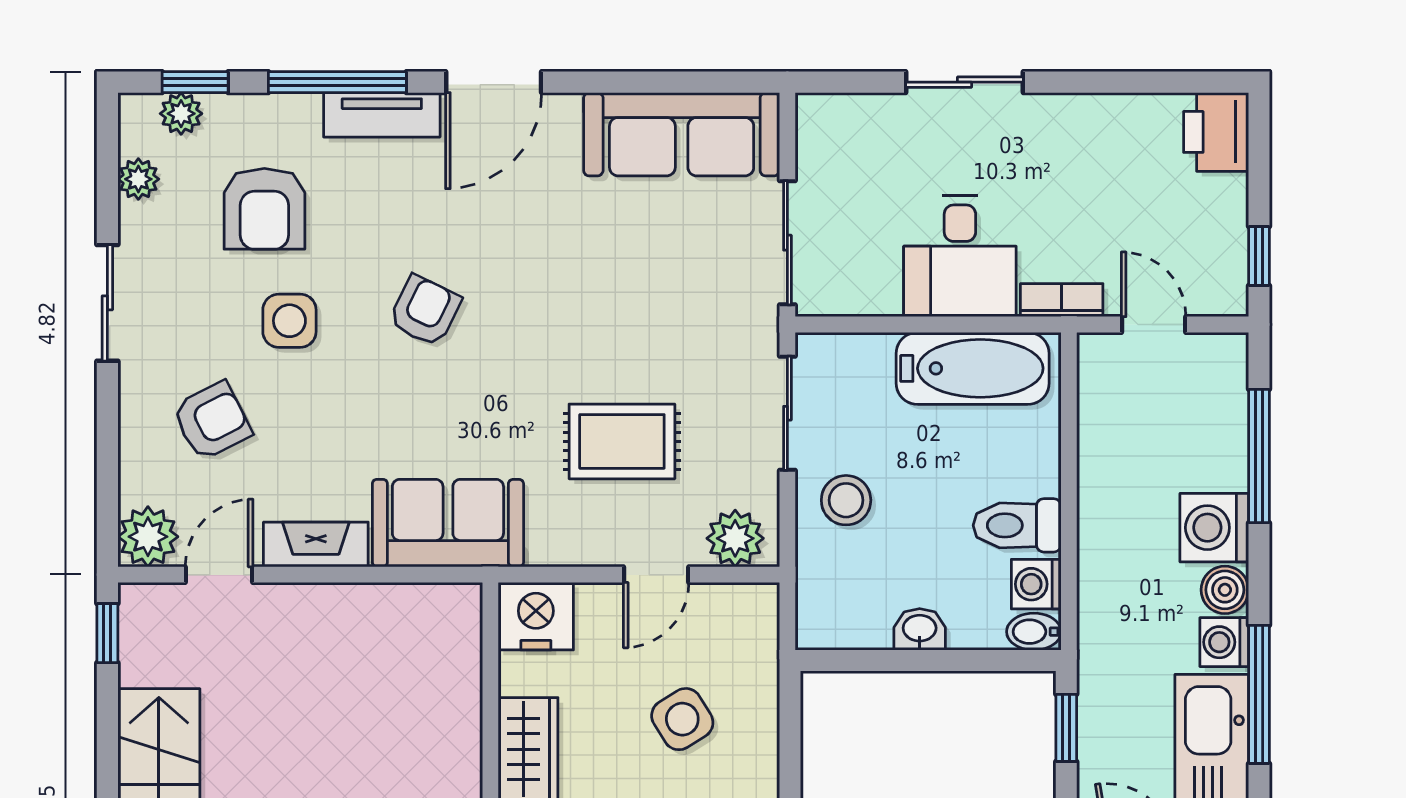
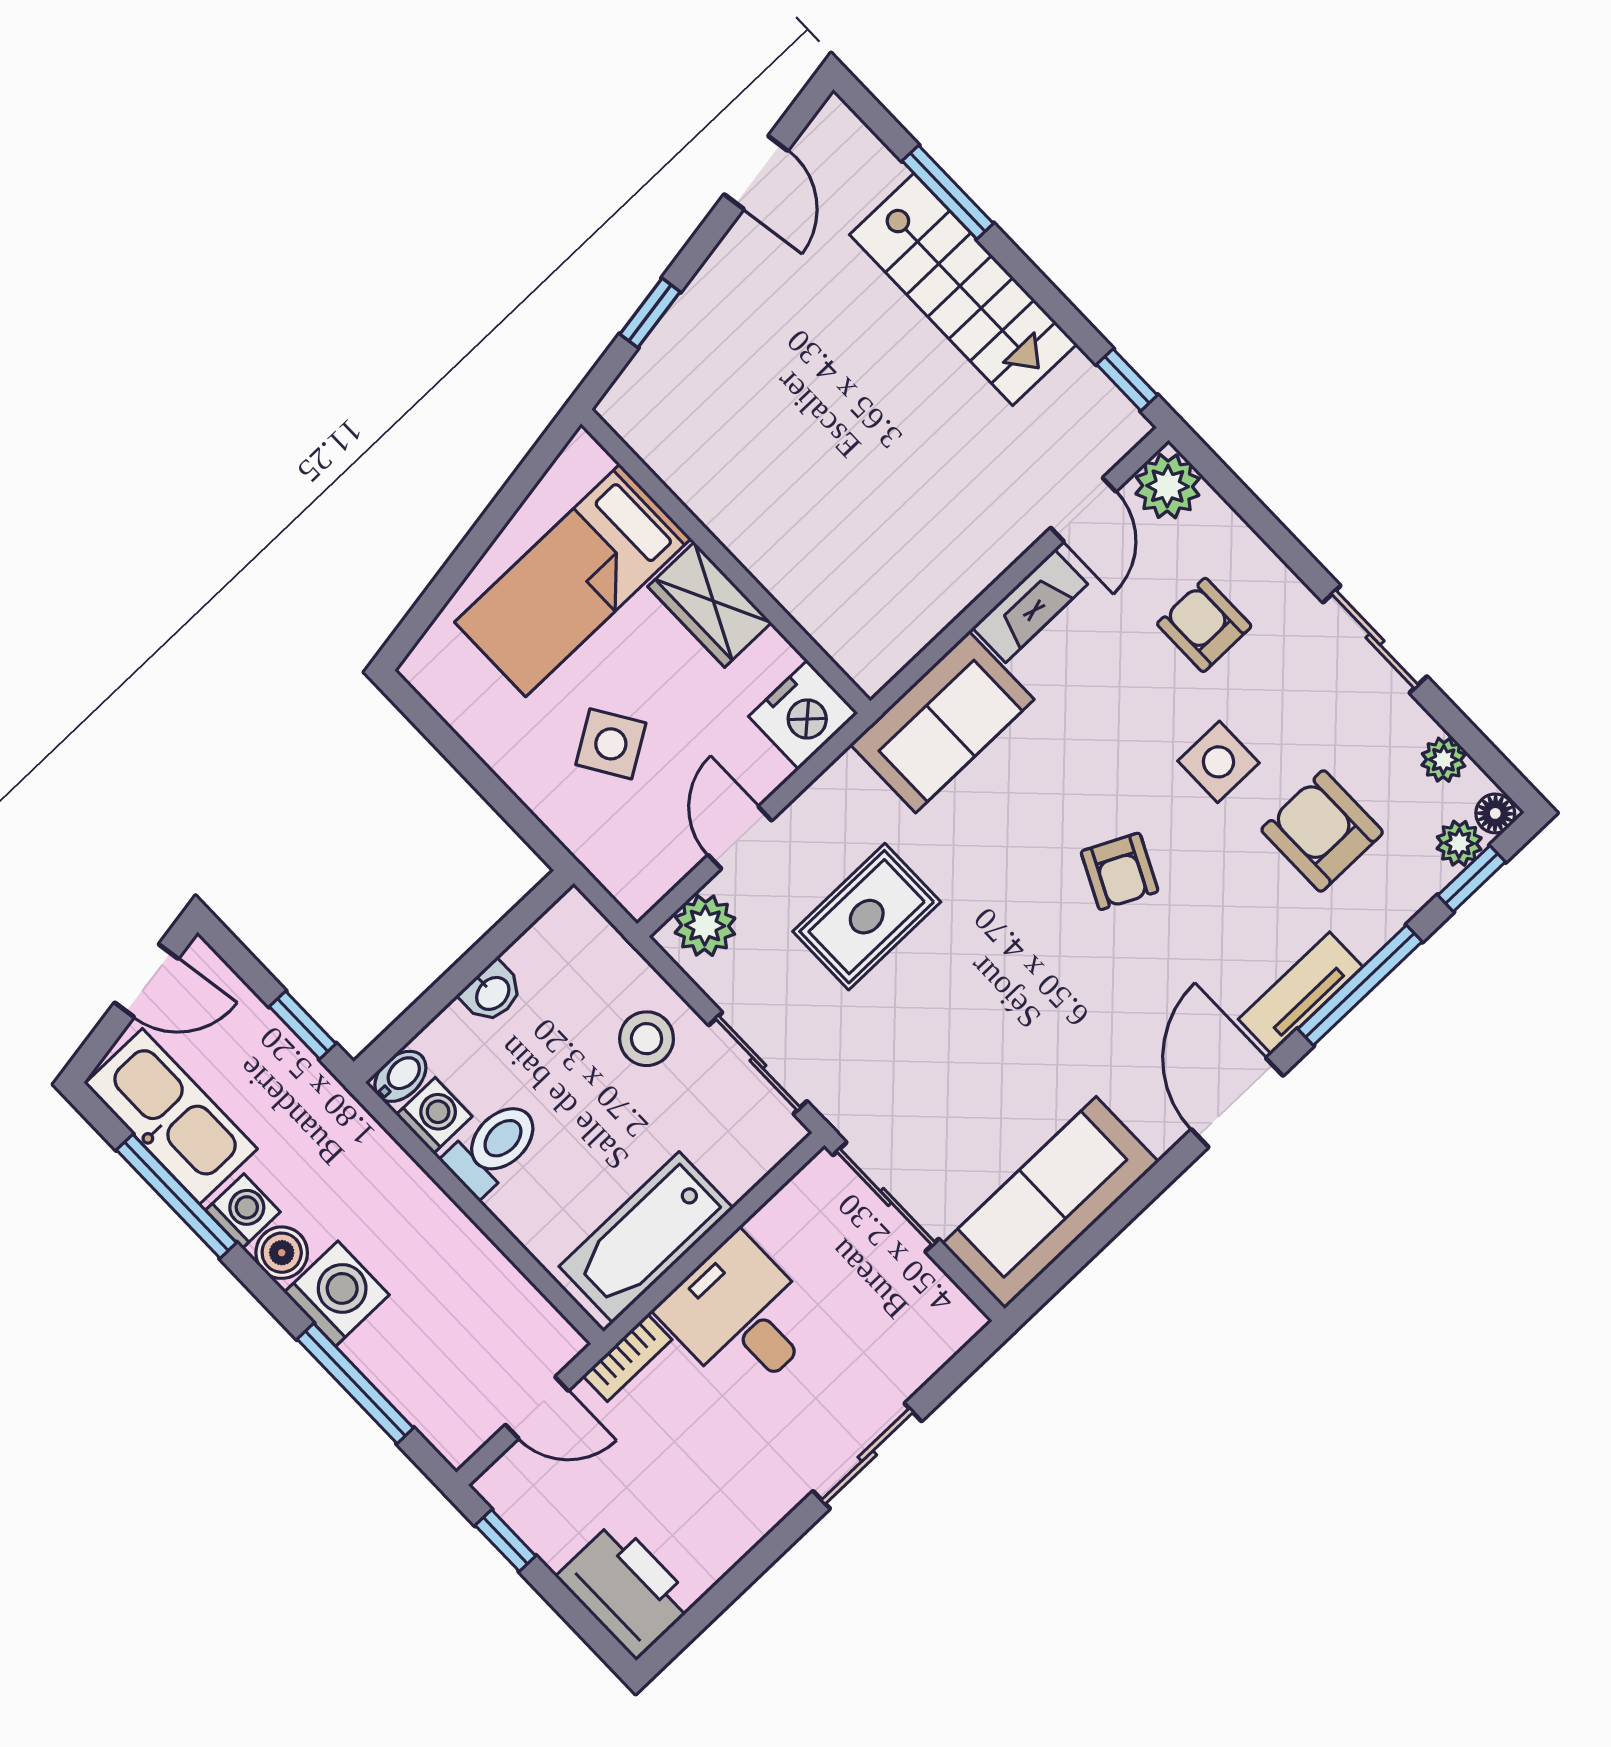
floor lamp: (138, 110) -> (1495, 813), added
printer: (1216, 132) -> (626, 1589), width x1.37, depth x1.19
armchair: (212, 421) -> (1204, 625), turned 117

